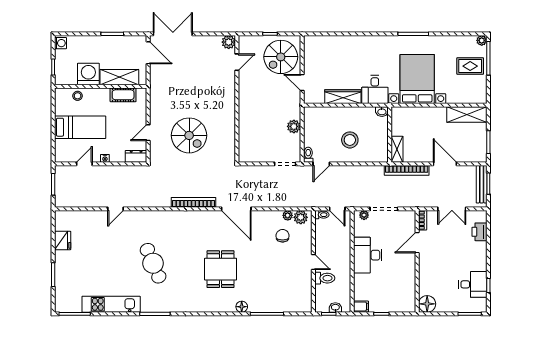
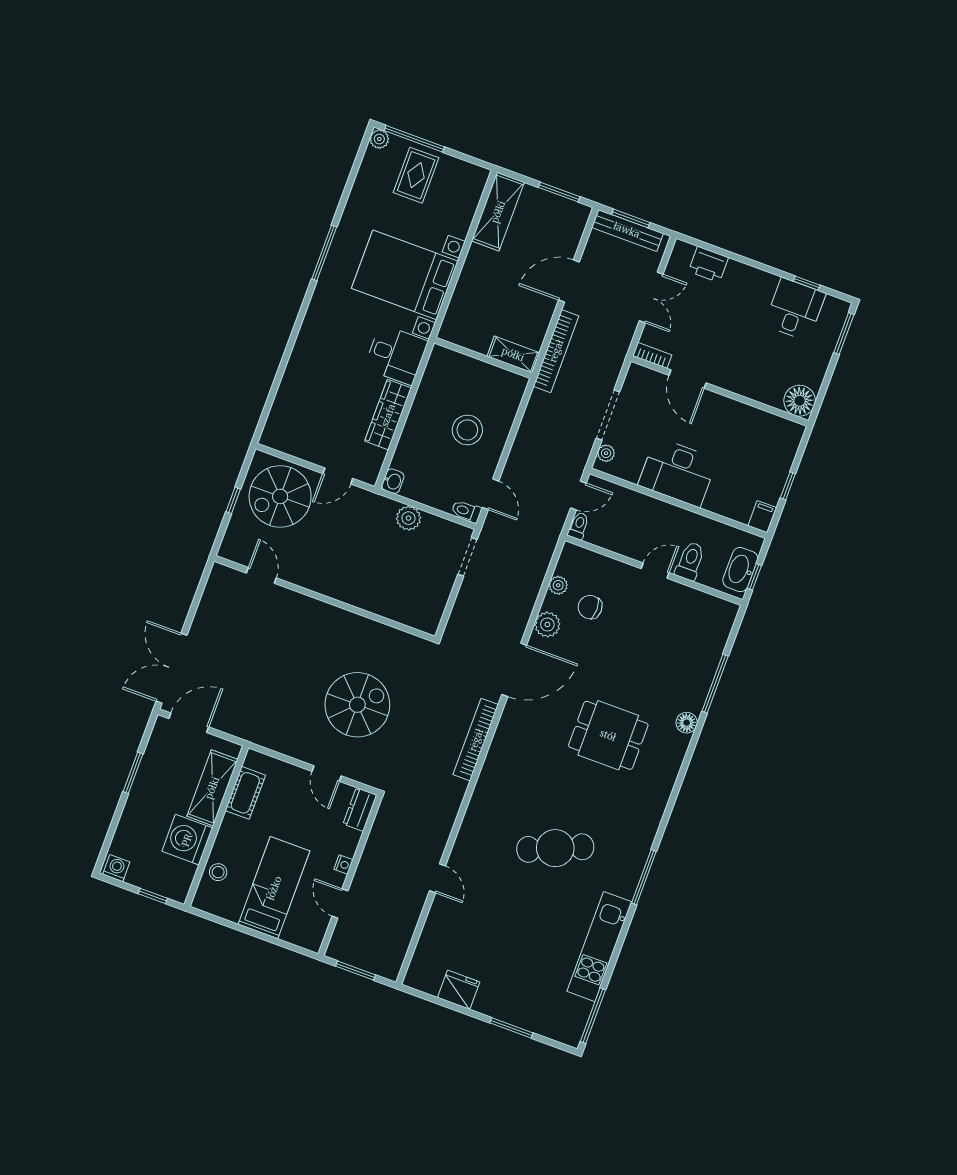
plant: (229, 42) -> (221, 577), removed
spiral stairs: (281, 57) -> (280, 496), turned 90
washbasin: (382, 112) -> (393, 481), moved
plant: (301, 217) -> (547, 624), moved
washbasin: (335, 308) -> (740, 570), width x1.91, depth x1.45

